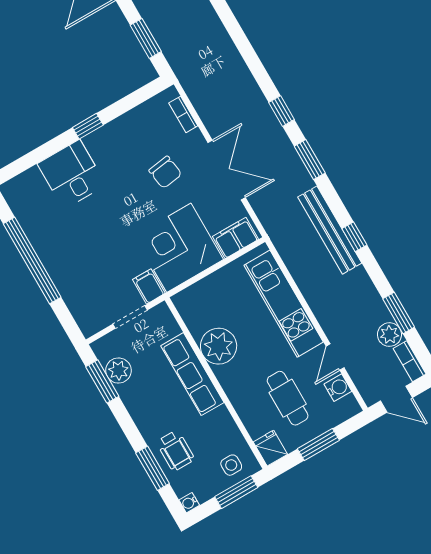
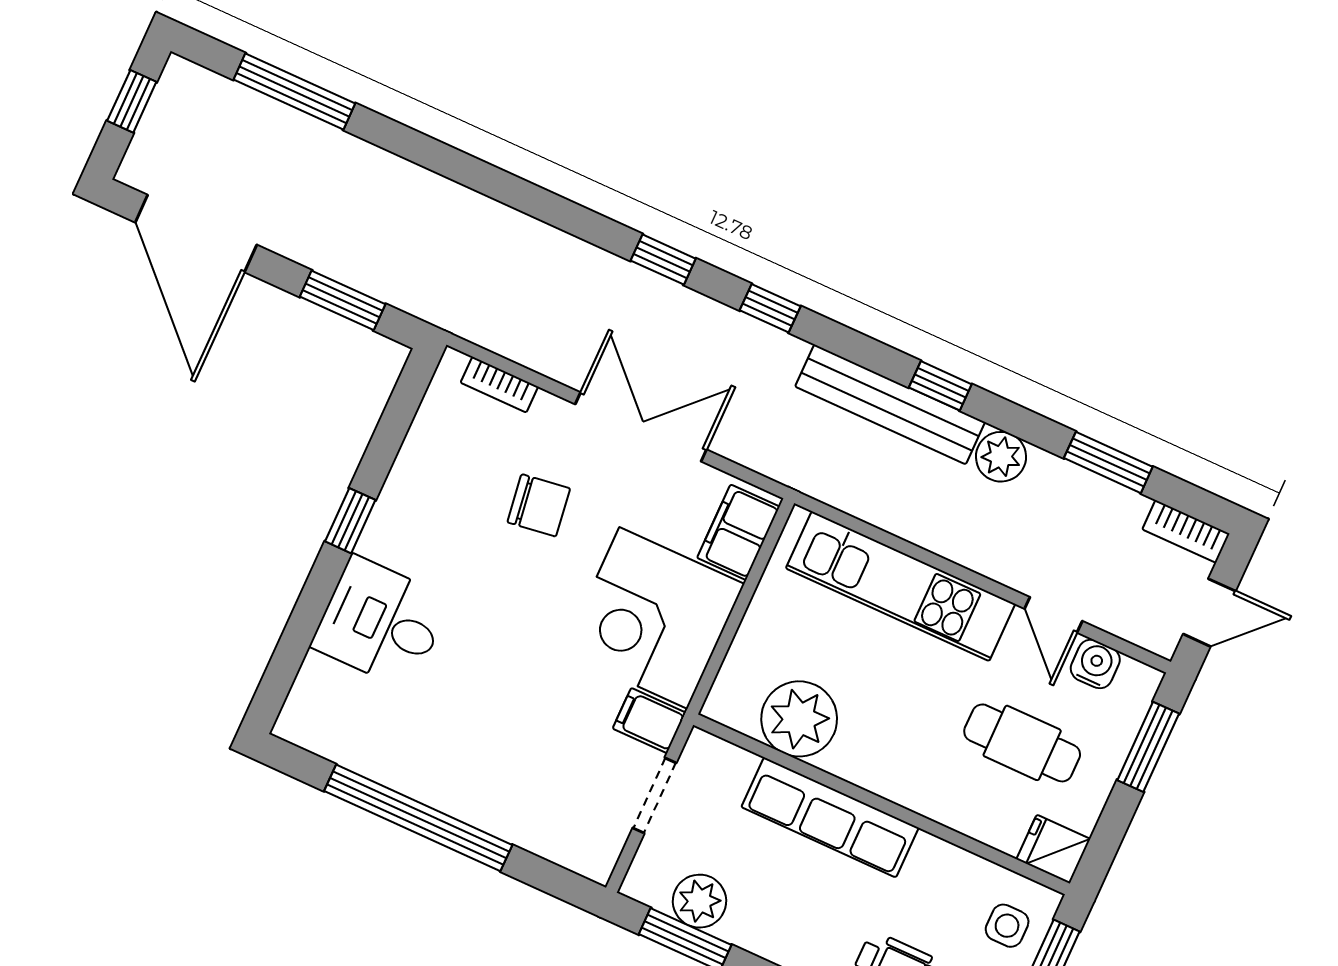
window: (310, 160) -> (770, 308), width x0.67
plant: (389, 335) -> (1001, 457), moved
plant: (219, 346) -> (799, 719), moved
window: (318, 444) -> (1148, 747), moved

